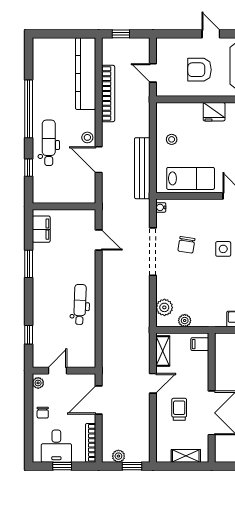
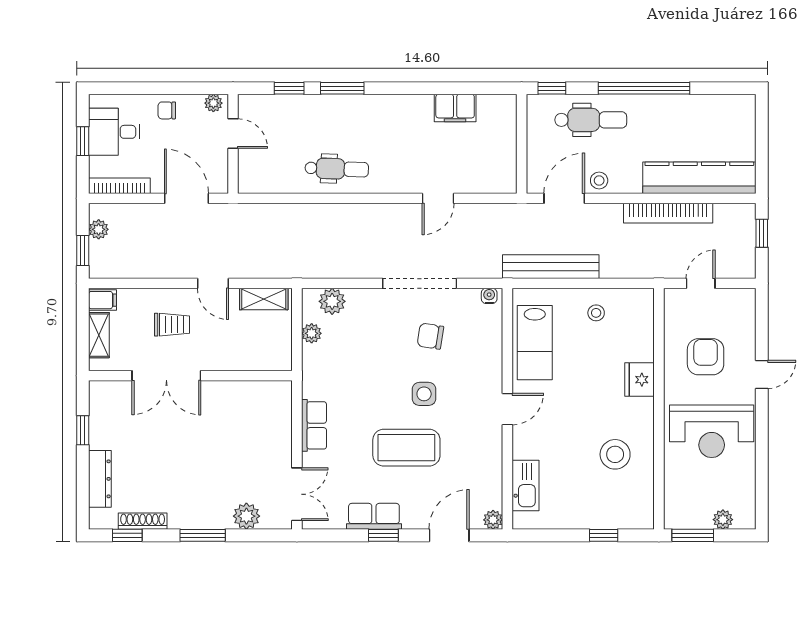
wall: (64, 206) -> (522, 144), moved
window: (29, 264) -> (342, 88), moved
filing cabinet: (200, 344) -> (103, 300), moved, turned 90

